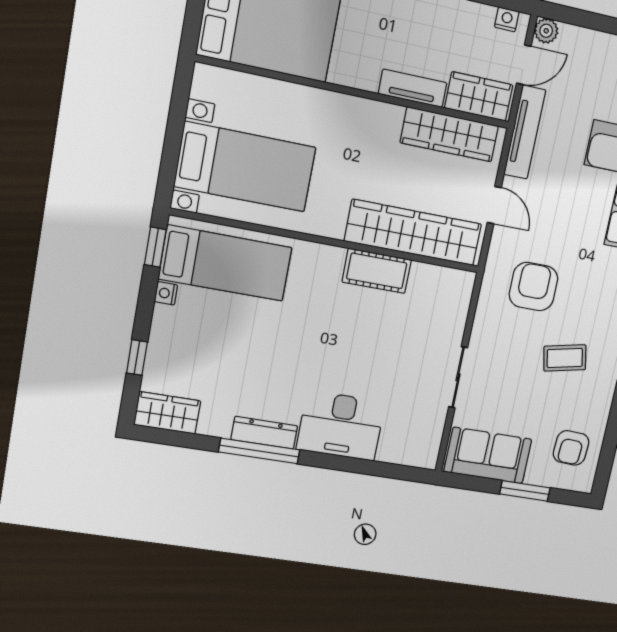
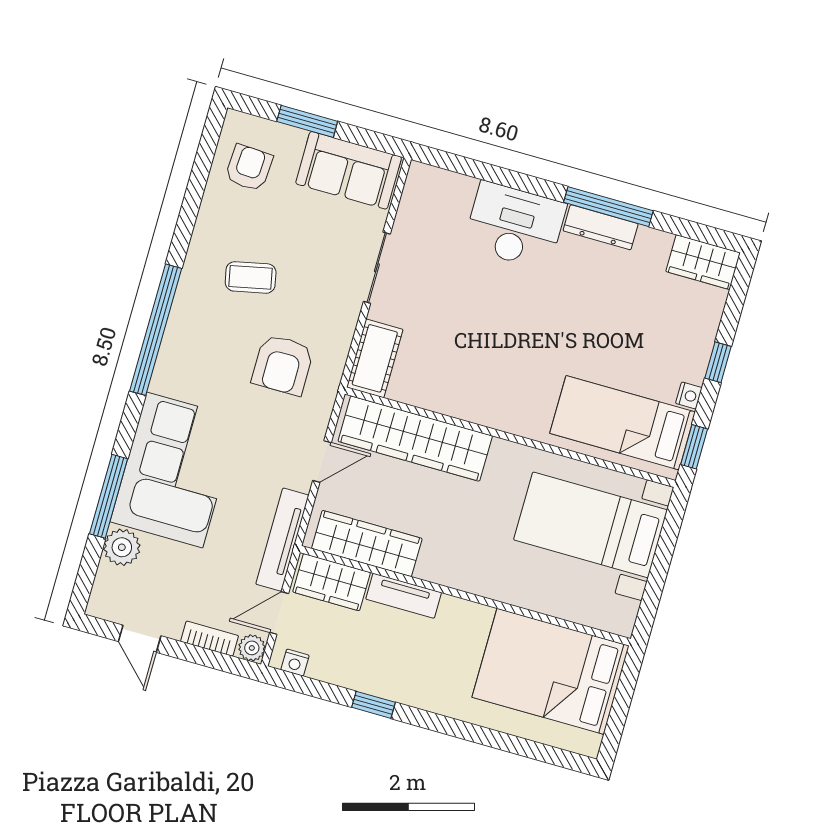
bookcase: (584, 37) -> (210, 639), added
door: (494, 205) -> (322, 462), swing flipped
cot: (377, 271) -> (375, 358), moved, turned 90
window: (137, 358) -> (718, 362), moved

